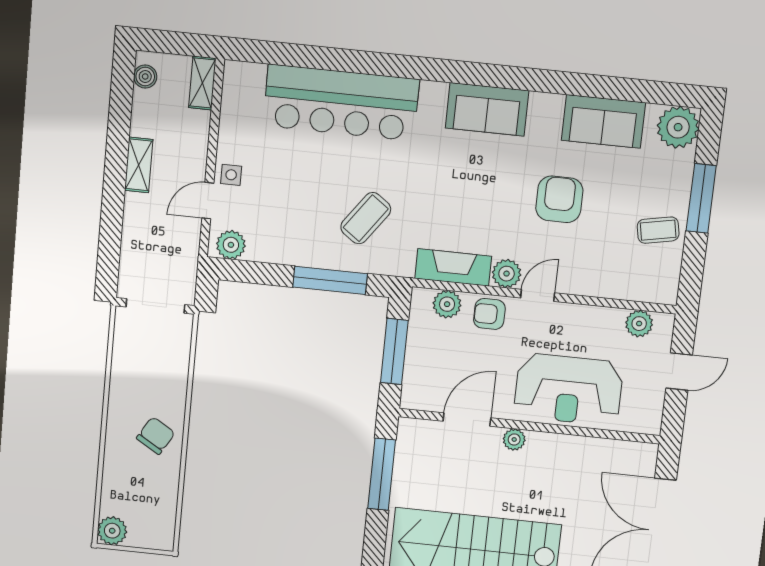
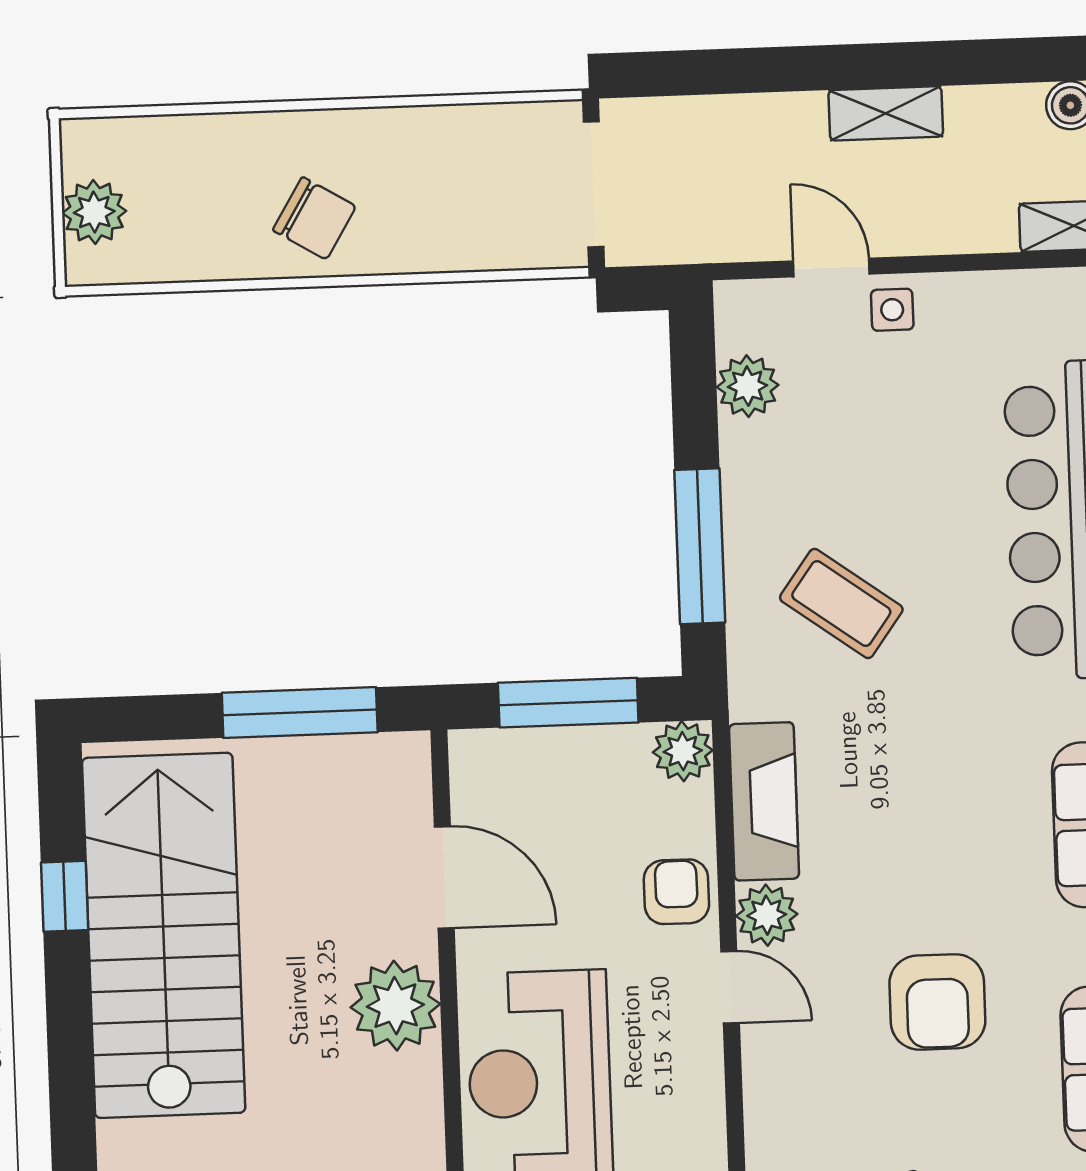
armchair: (559, 199) -> (937, 1002), turned 90
plant: (231, 245) -> (748, 386), moved
plant: (447, 304) -> (683, 751), moved
plant: (514, 439) -> (395, 1006), width x1.88, depth x1.88
plant: (112, 531) -> (94, 212), moved

